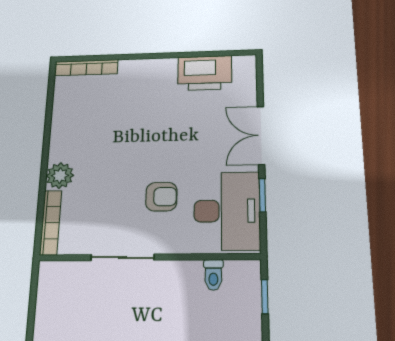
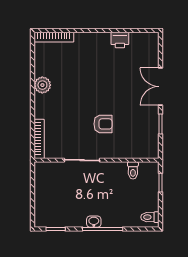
printer: (205, 73) -> (120, 40), width x0.53, depth x0.68
plant: (60, 176) -> (42, 85), moved
desk: (227, 211) -> (140, 133), removed

